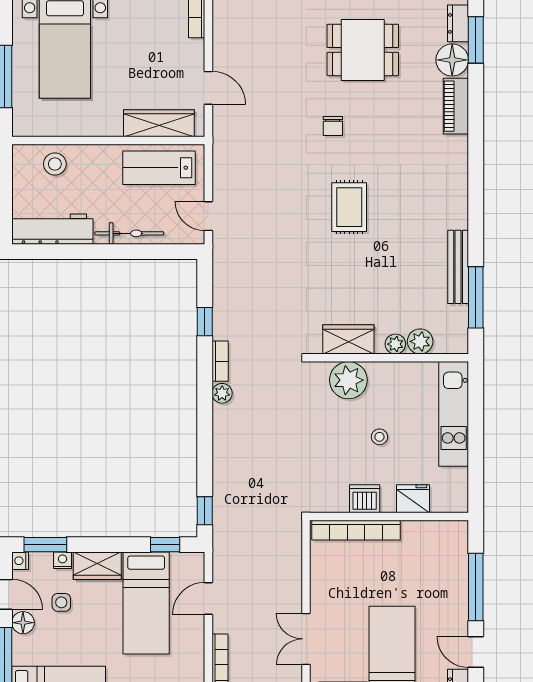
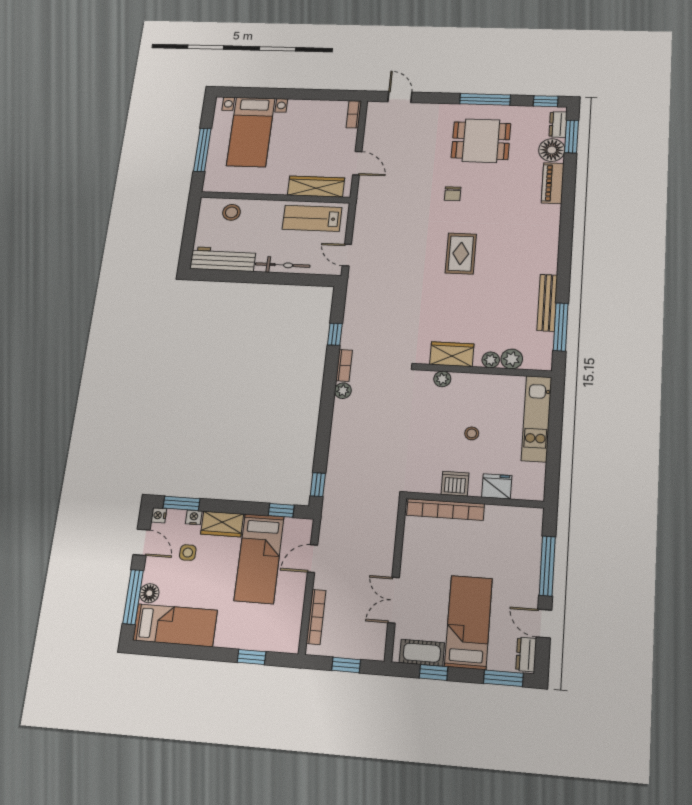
plant: (348, 380) -> (442, 379), width x0.53, depth x0.53
floor lamp: (23, 623) -> (149, 593), moved

